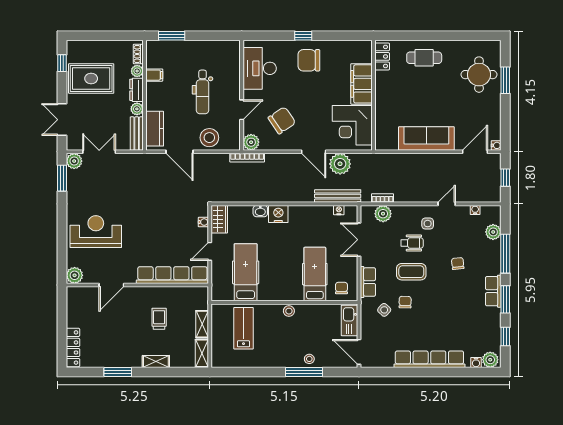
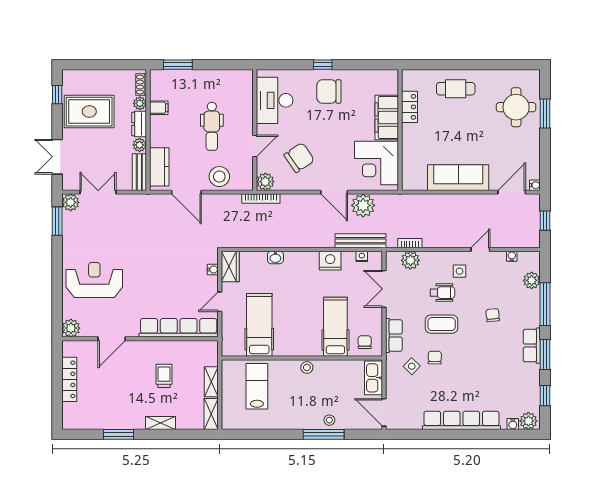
locker: (382, 56) -> (409, 107), moved
nightstand: (278, 214) -> (330, 261), moved
locker: (73, 347) -> (69, 379), moved

